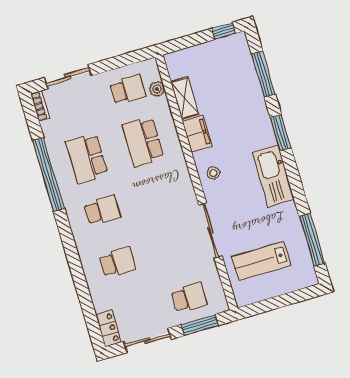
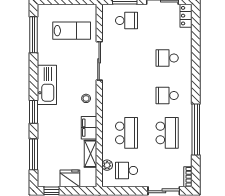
fridge: (203, 55) -> (70, 178), added
school desk: (189, 298) -> (127, 20), turned 180

